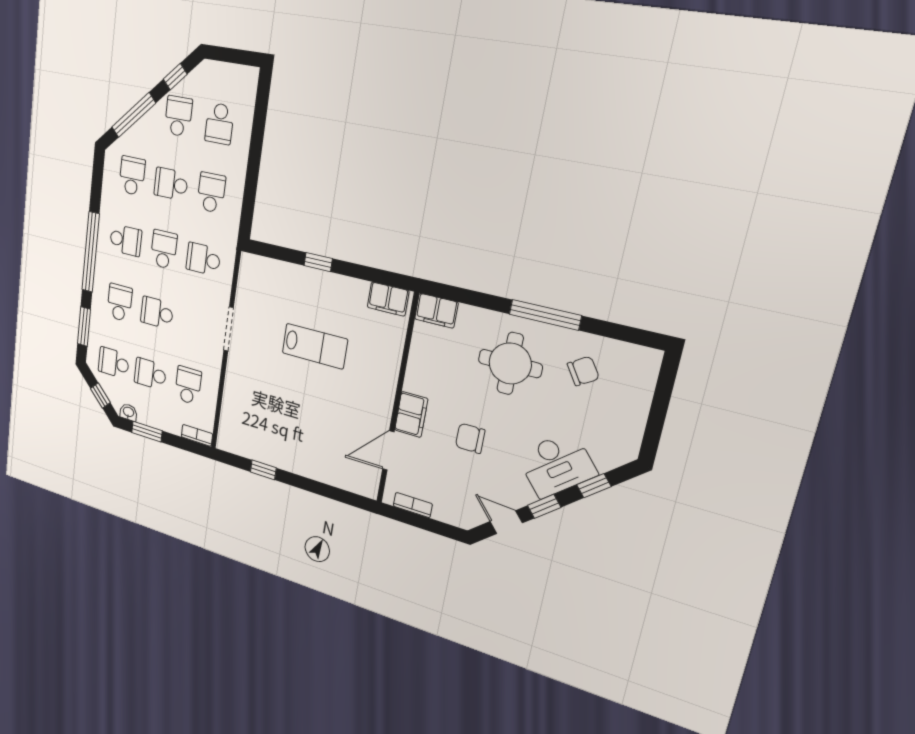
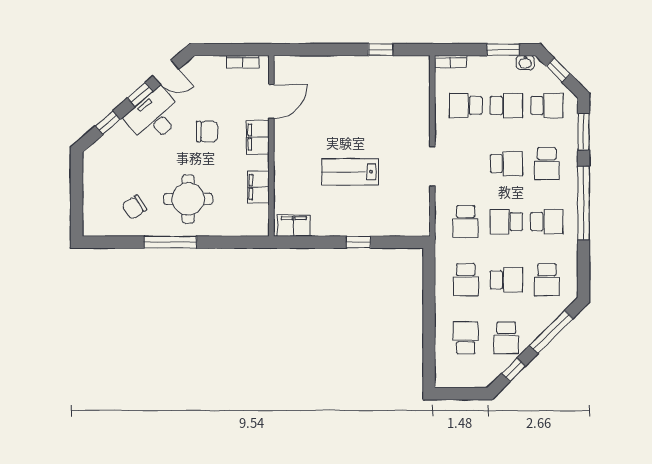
school desk: (126, 240) -> (547, 222), turned 180
school desk: (164, 249) -> (506, 222), turned 90
school desk: (203, 259) -> (466, 222), turned 90
filing cabinet: (436, 311) -> (258, 187), moved, turned -90
school desk: (188, 385) -> (466, 105), turned 90
desk: (556, 465) -> (154, 116), moved

